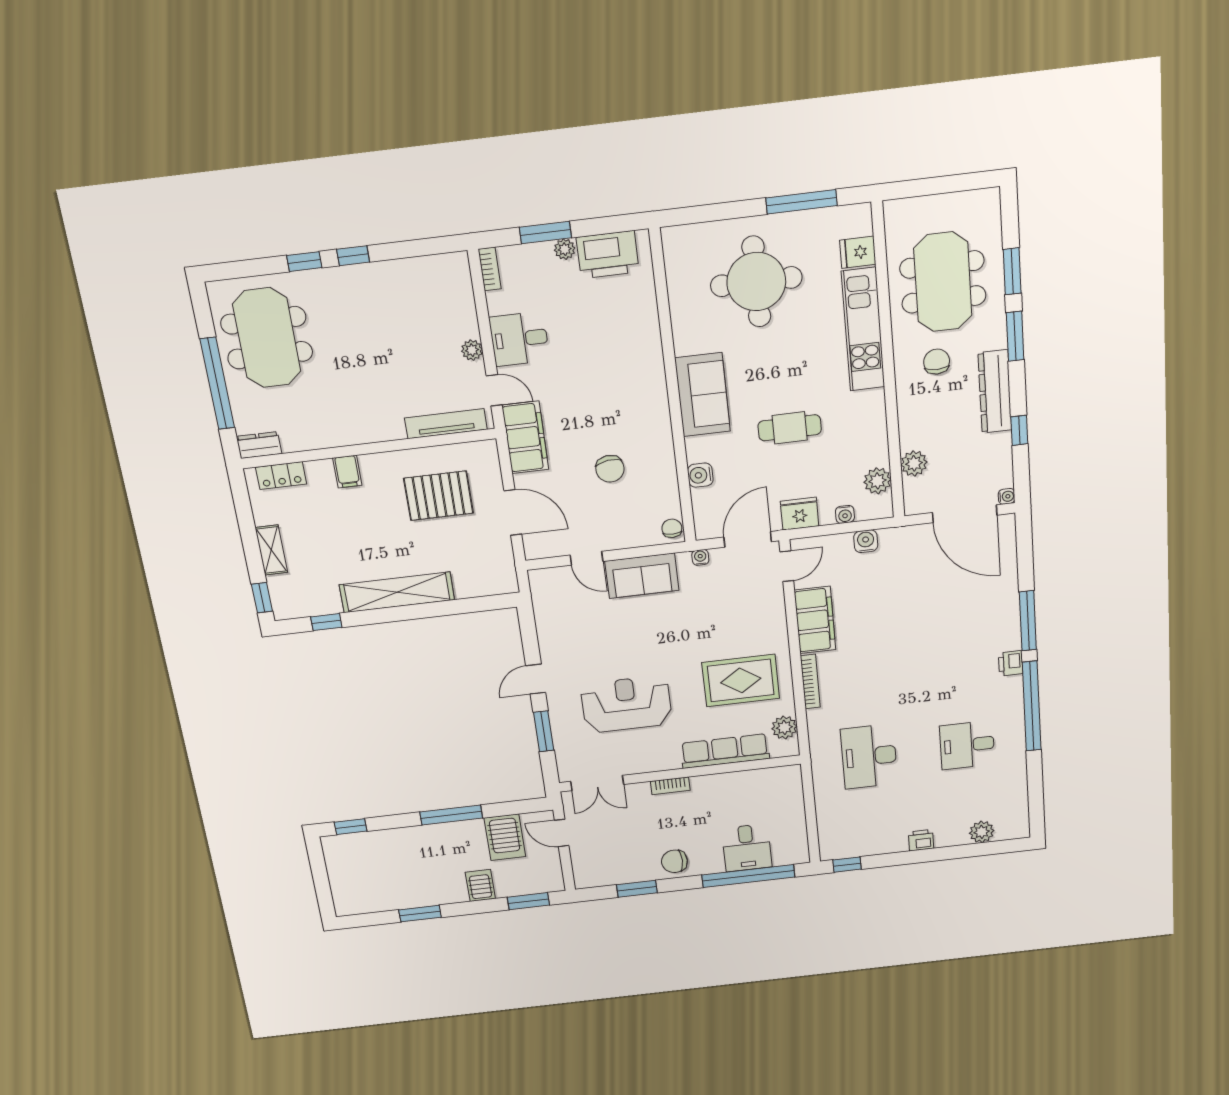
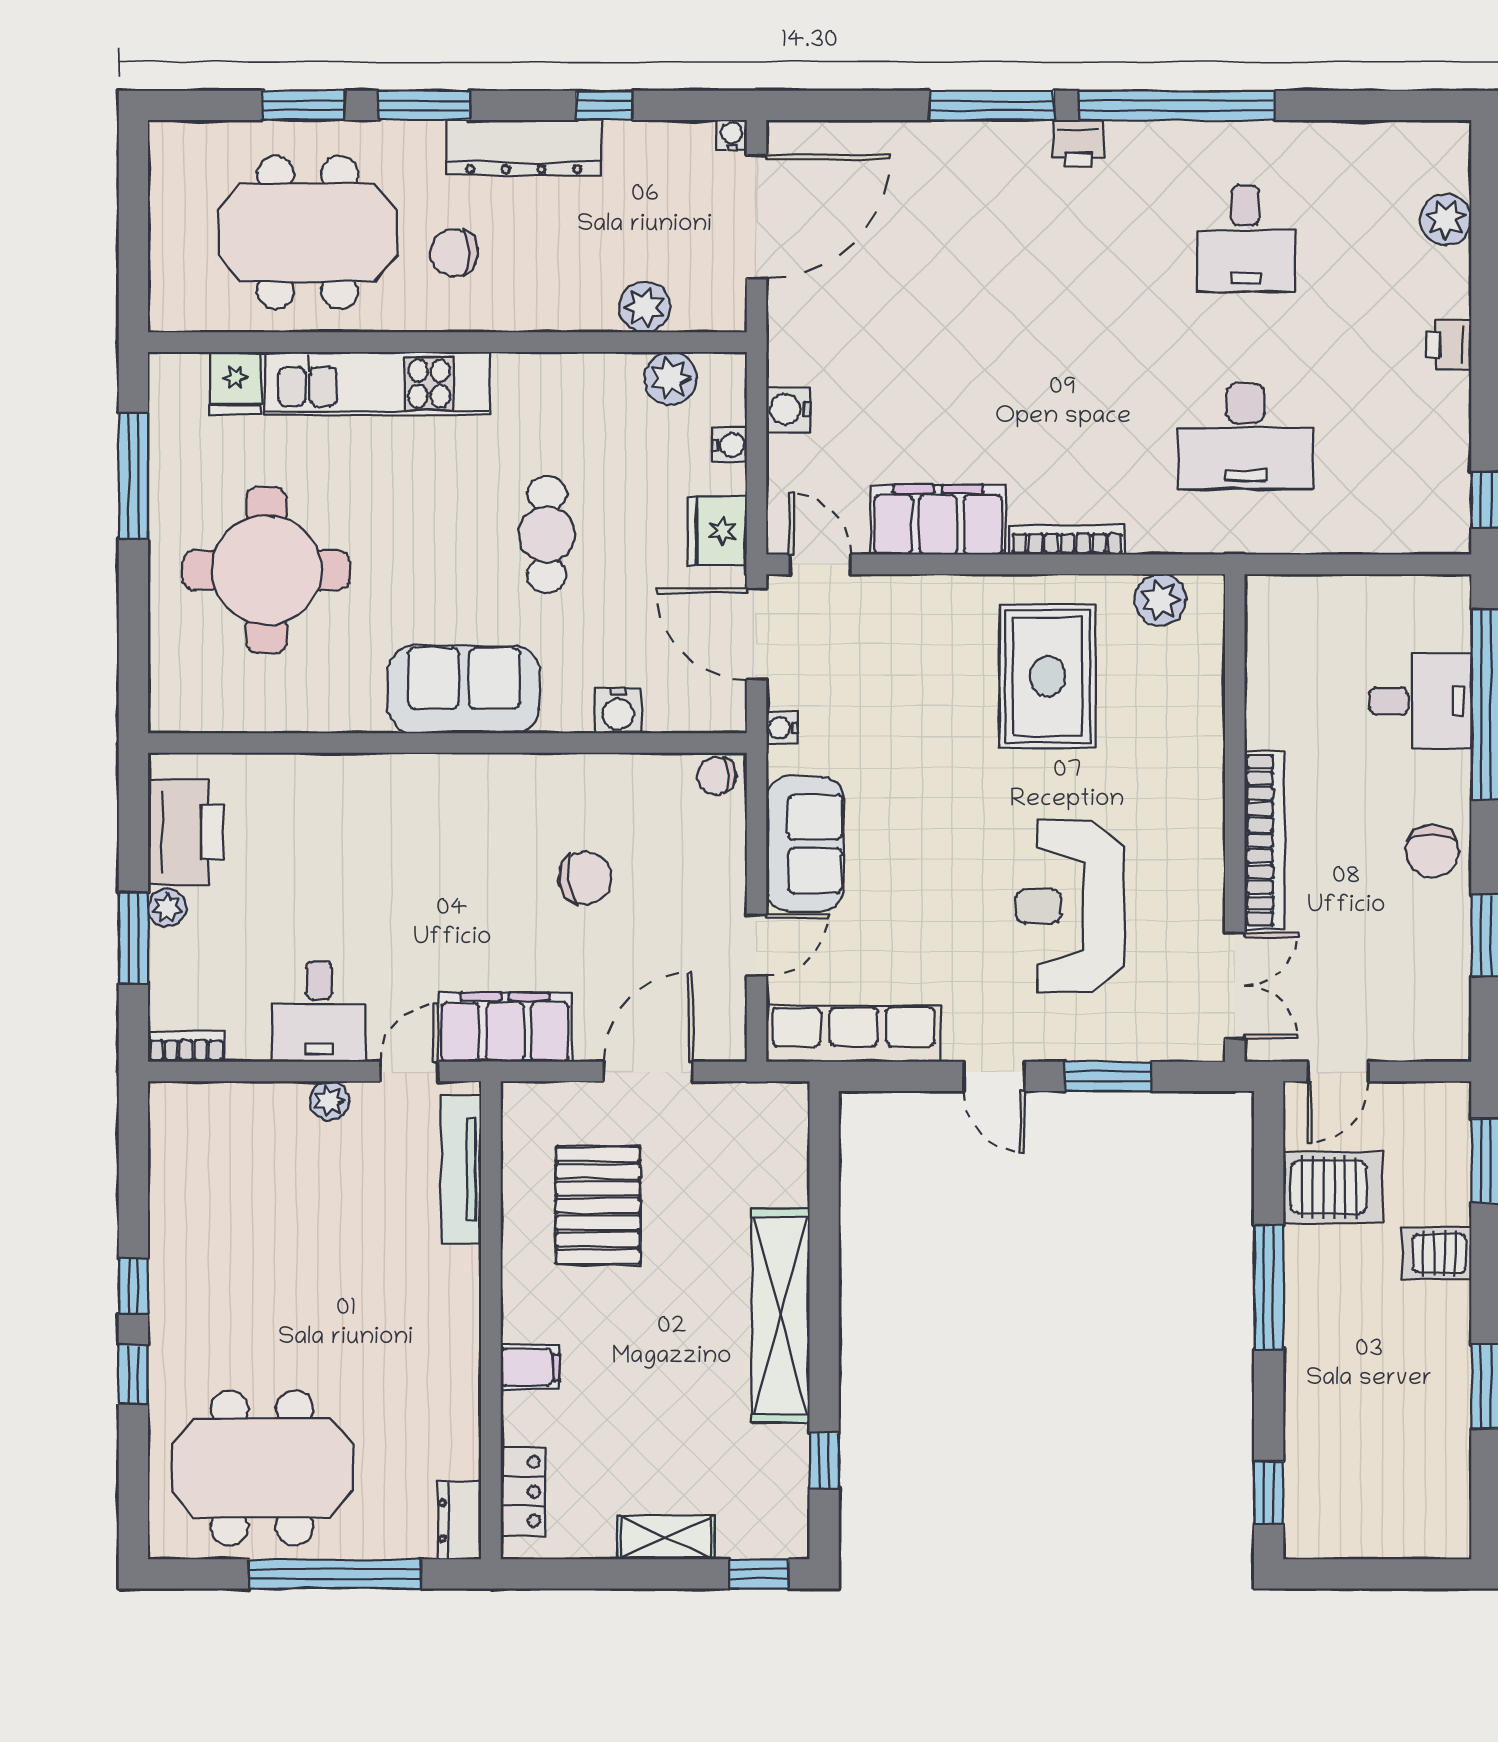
row of seats: (725, 751) -> (854, 1034), moved, turned 90
bookcase: (670, 786) -> (1265, 840), width x2.31, depth x1.31

